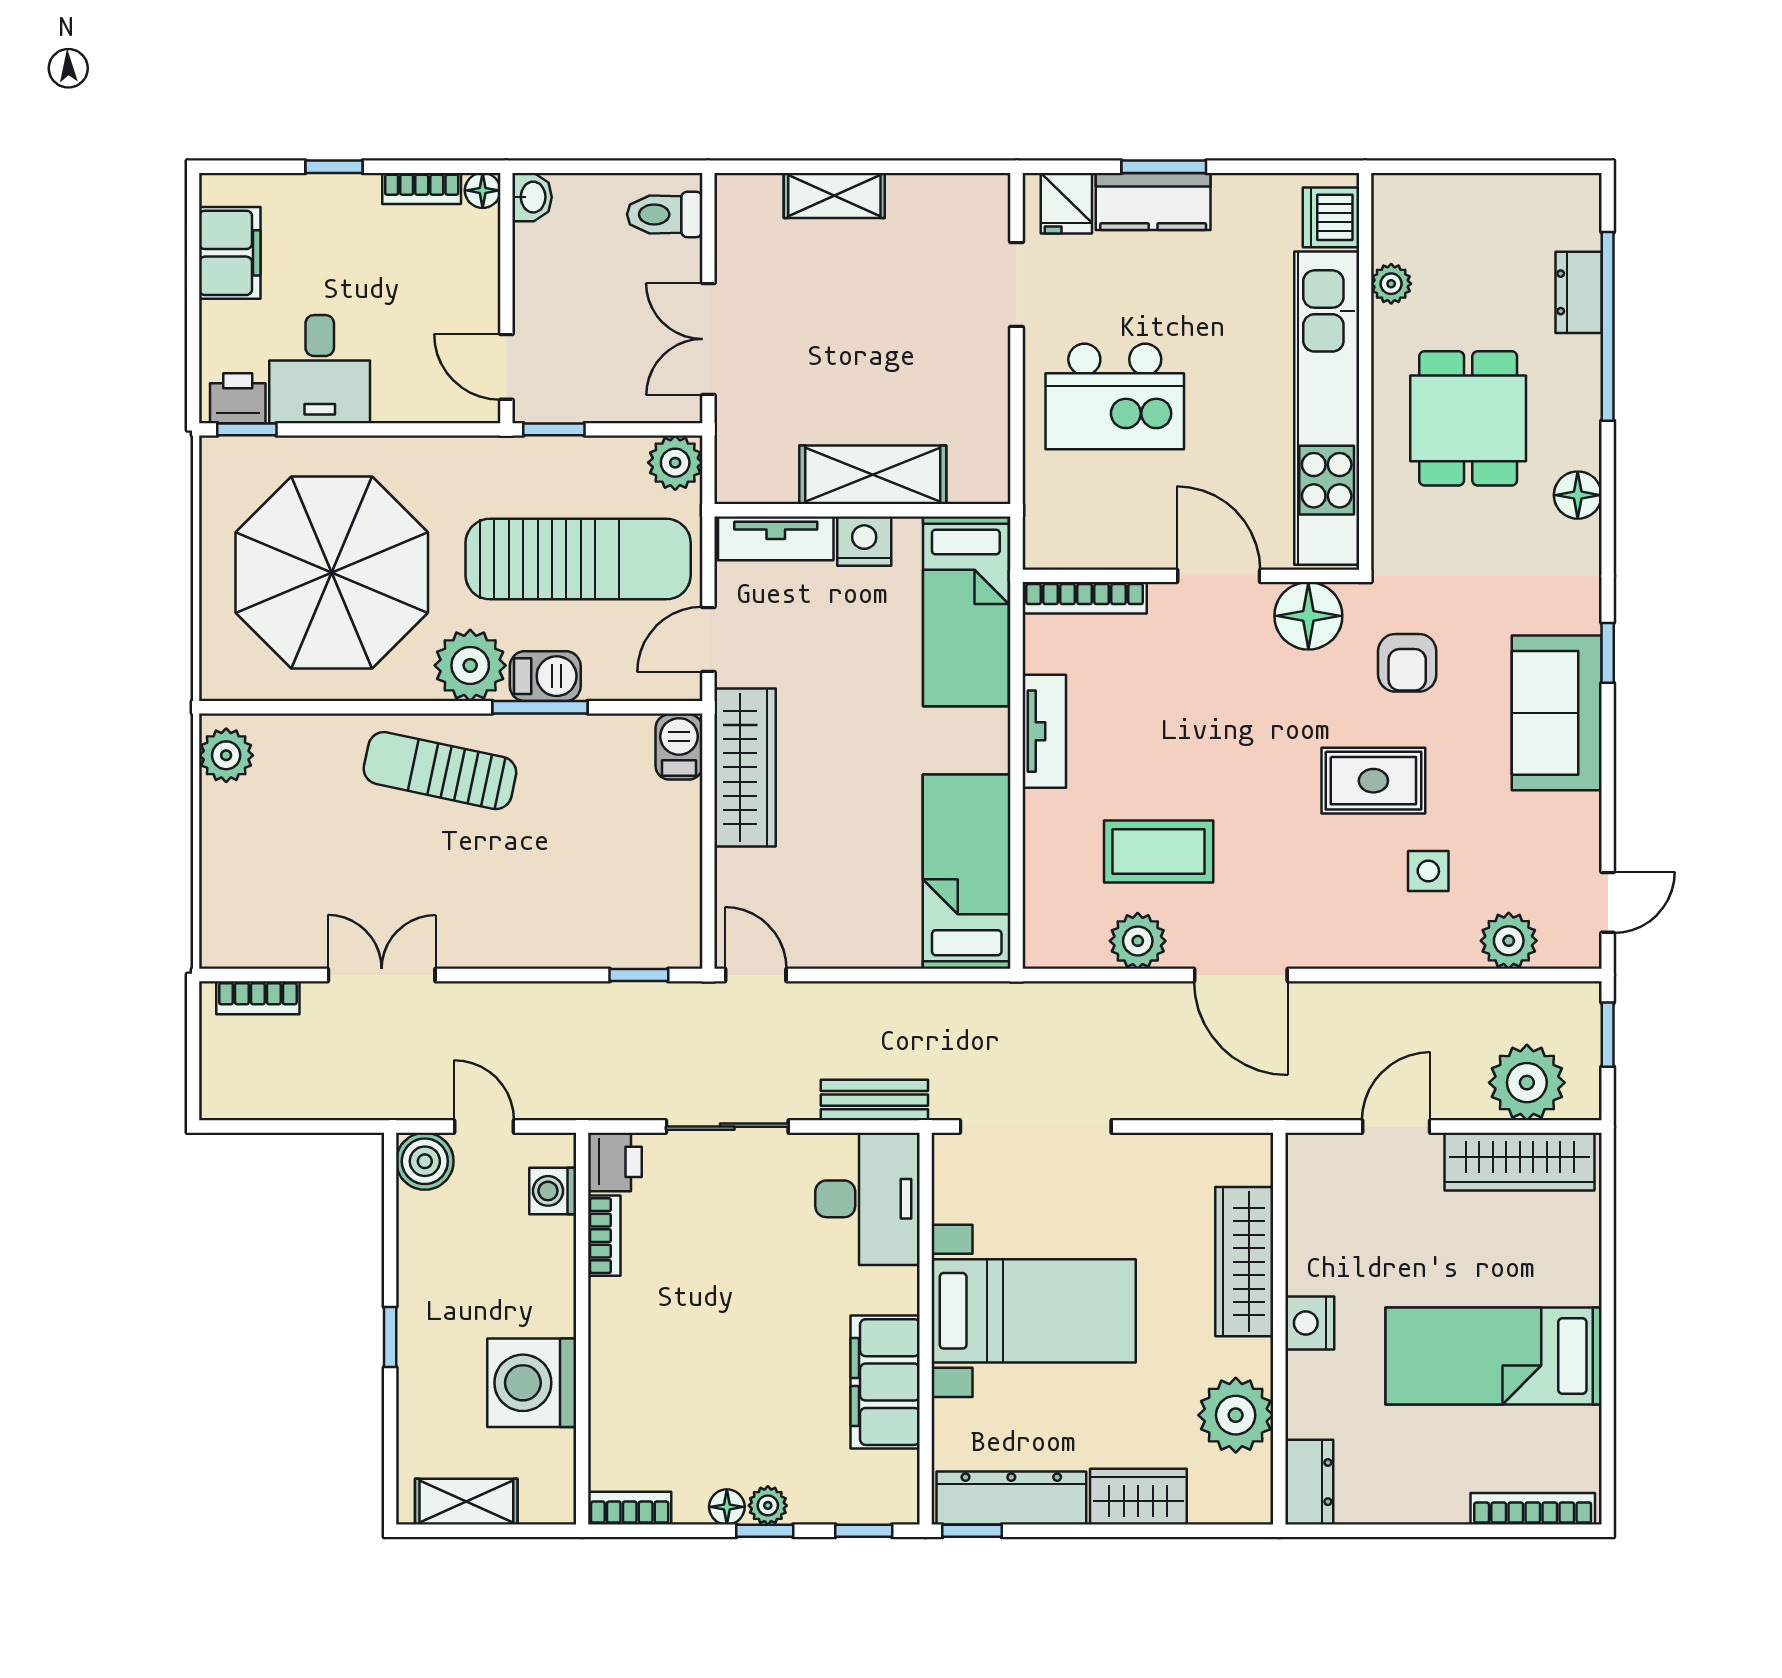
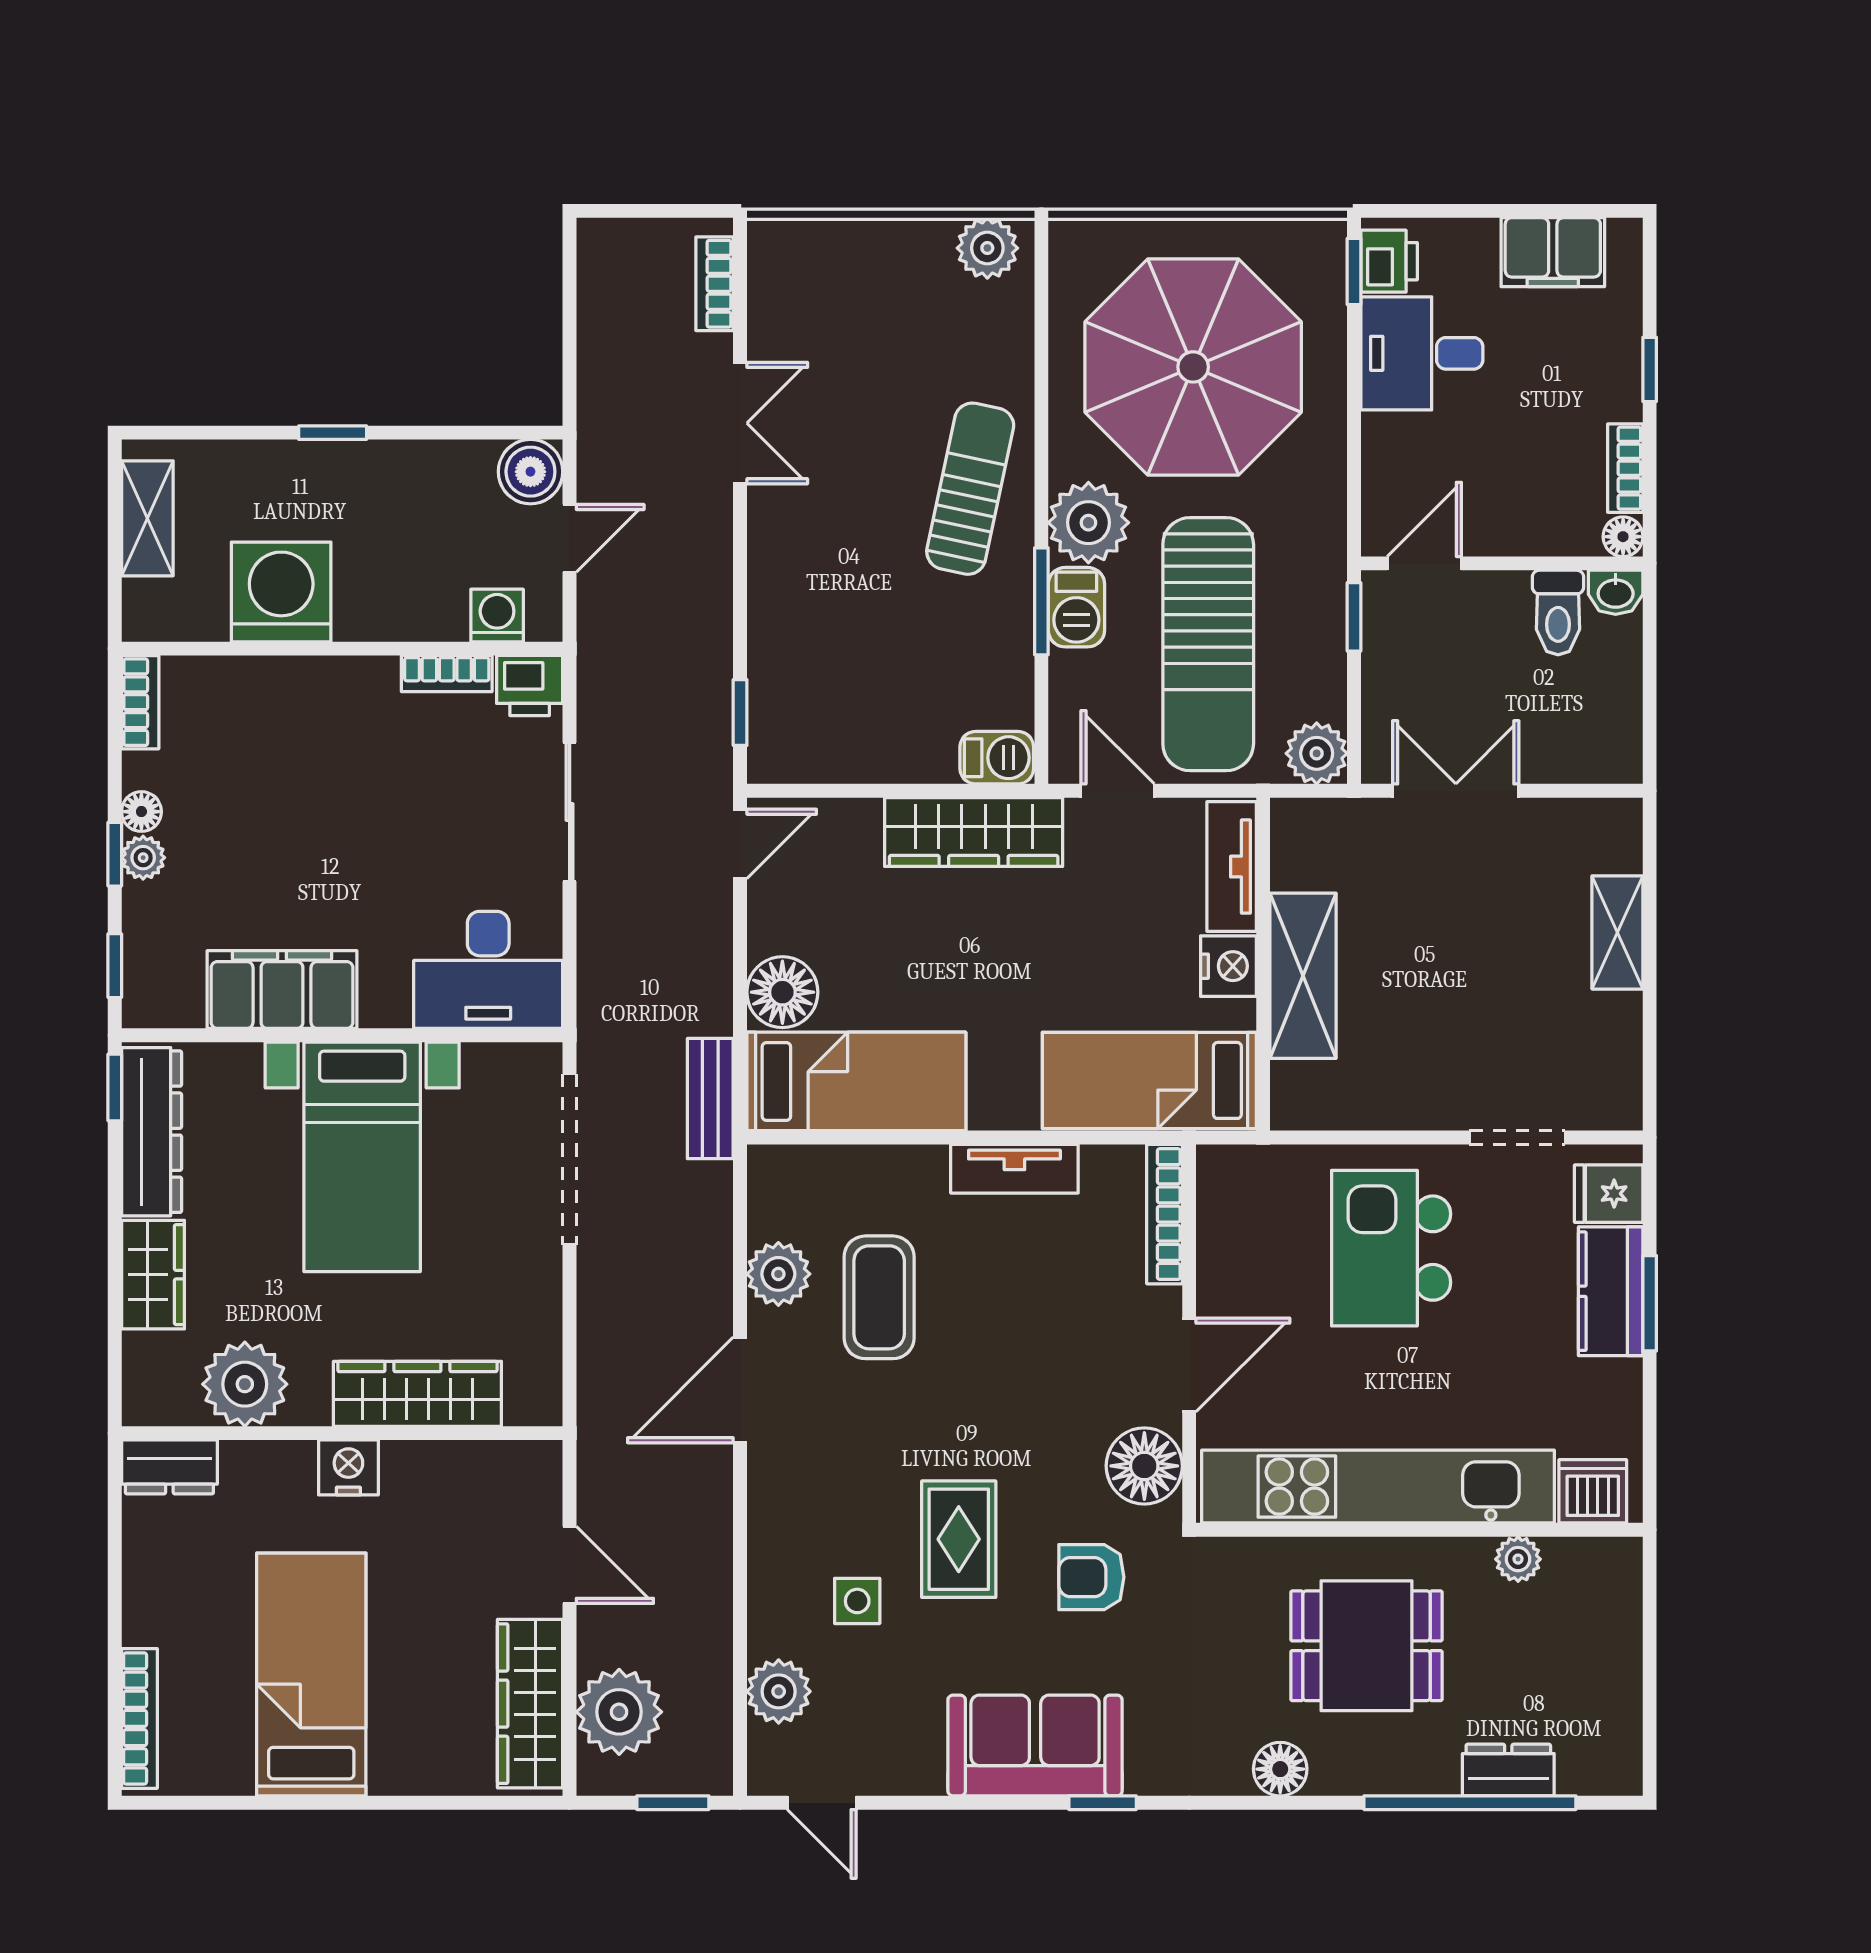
toilet: (665, 214) -> (1558, 613), moved, turned 180
floor lamp: (887, 937) -> (782, 992), added
bench: (874, 1100) -> (710, 1099), moved

